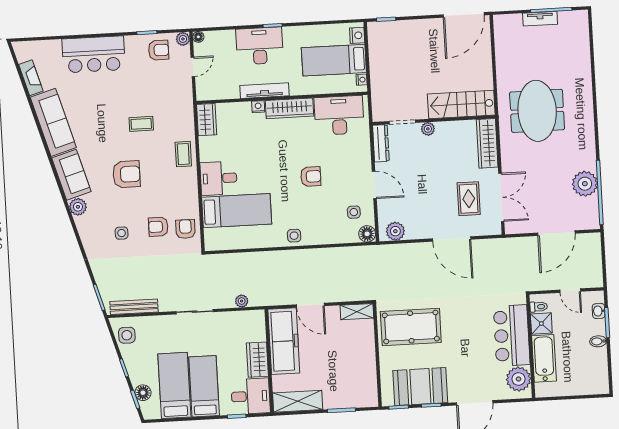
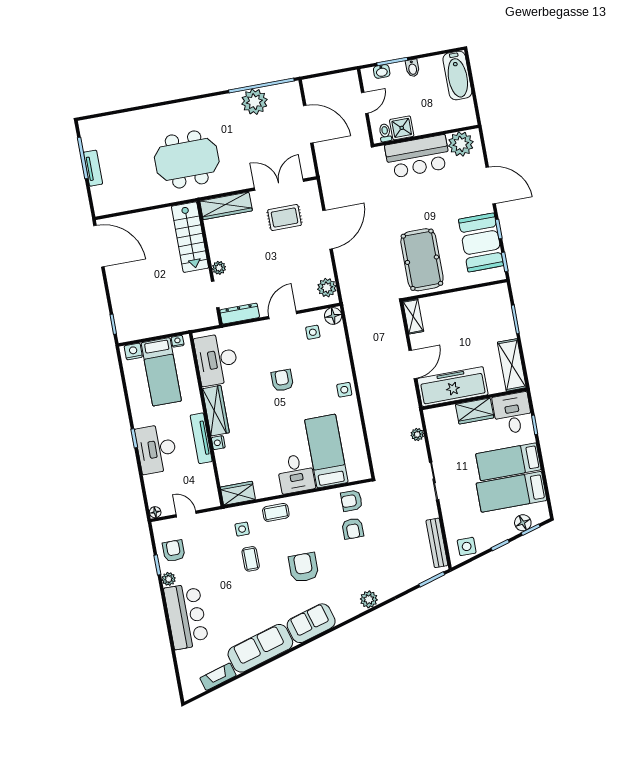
plant: (183, 39) -> (169, 579), moved
plant: (78, 207) -> (369, 599), moved
side table: (122, 233) -> (242, 529), moved
bathtub: (544, 358) -> (457, 75), moved, turned -90

